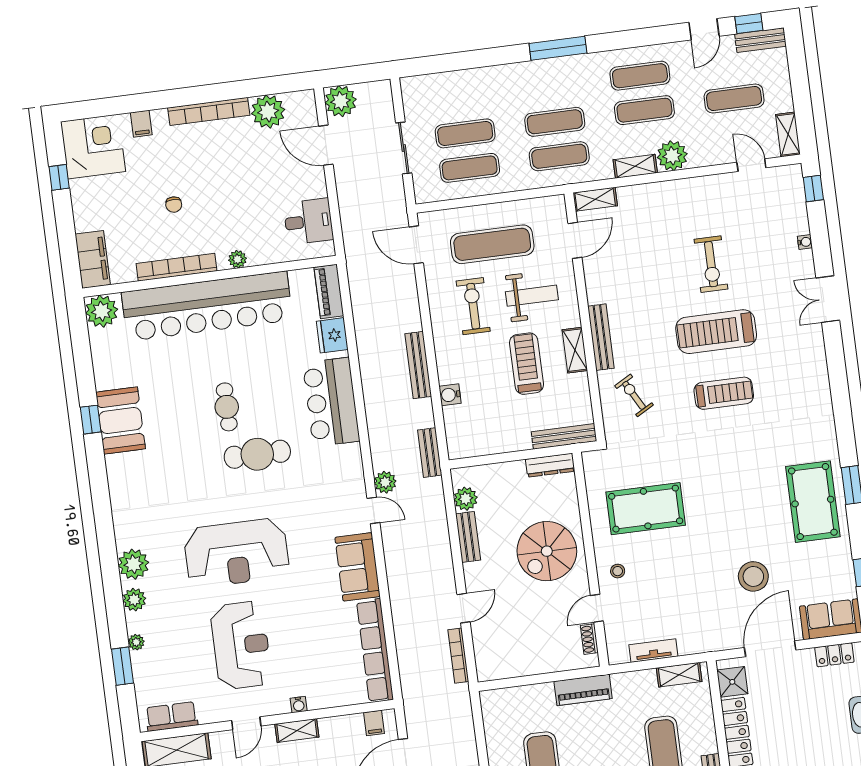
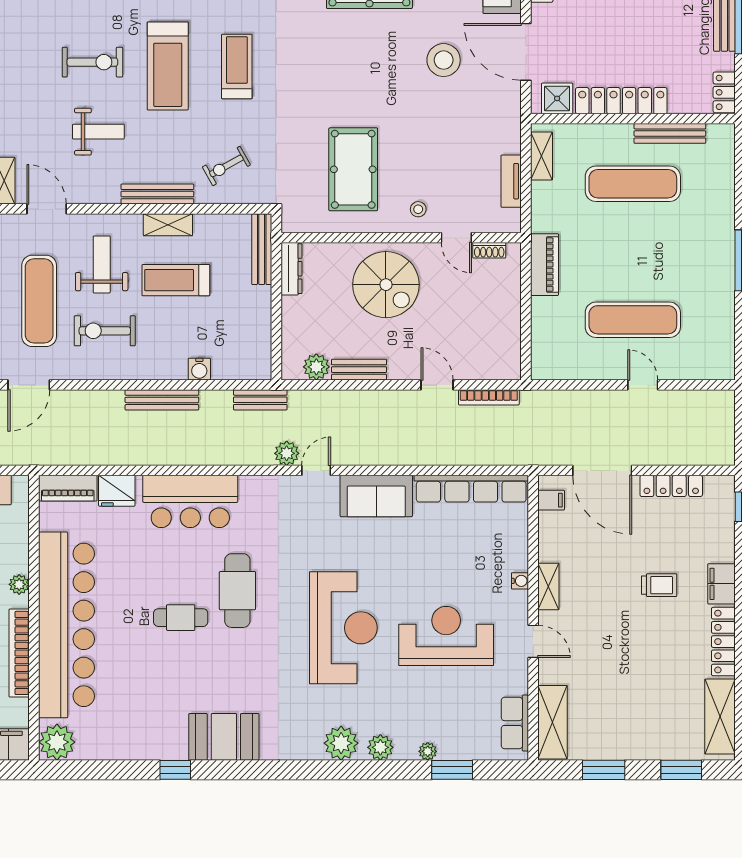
weight bench: (650, 278) -> (98, 132), added
booth: (120, 420) -> (224, 737), moved

